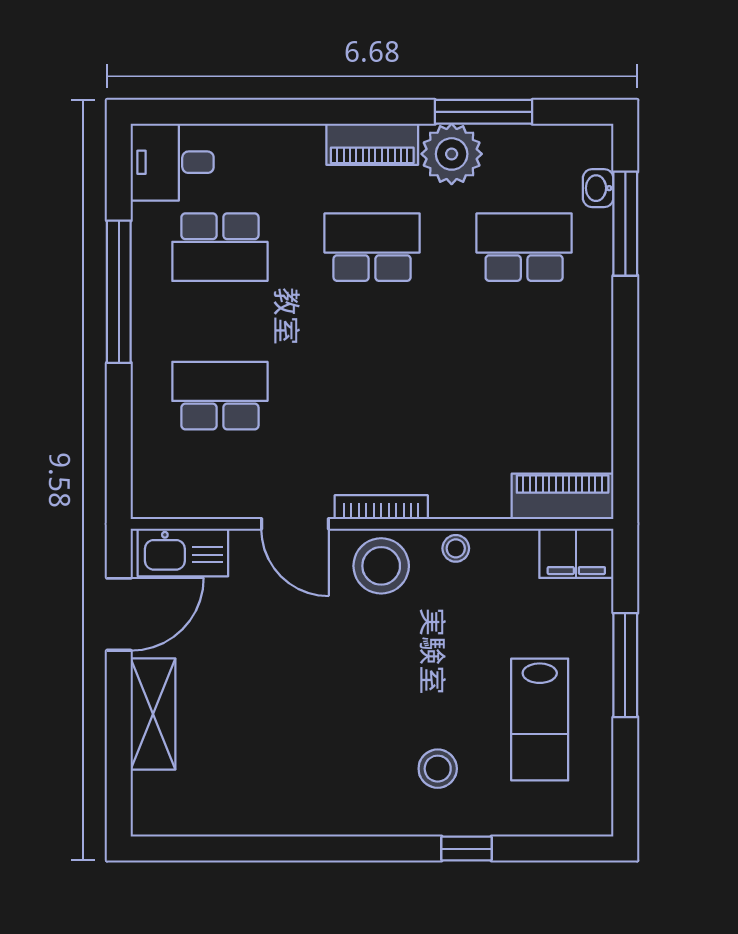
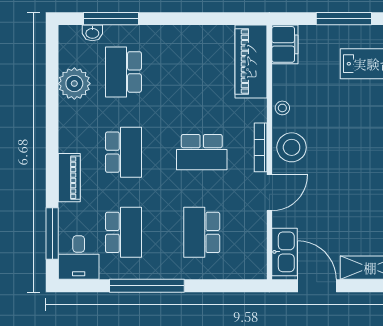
window: (484, 112) -> (52, 234), moved
piano: (372, 144) -> (69, 178), moved
plant: (452, 154) -> (74, 84), moved
school desk: (372, 247) -> (123, 152), turned 180
school desk: (372, 396) -> (202, 152), added
piano: (563, 496) -> (251, 61), width x1.37, depth x1.33

